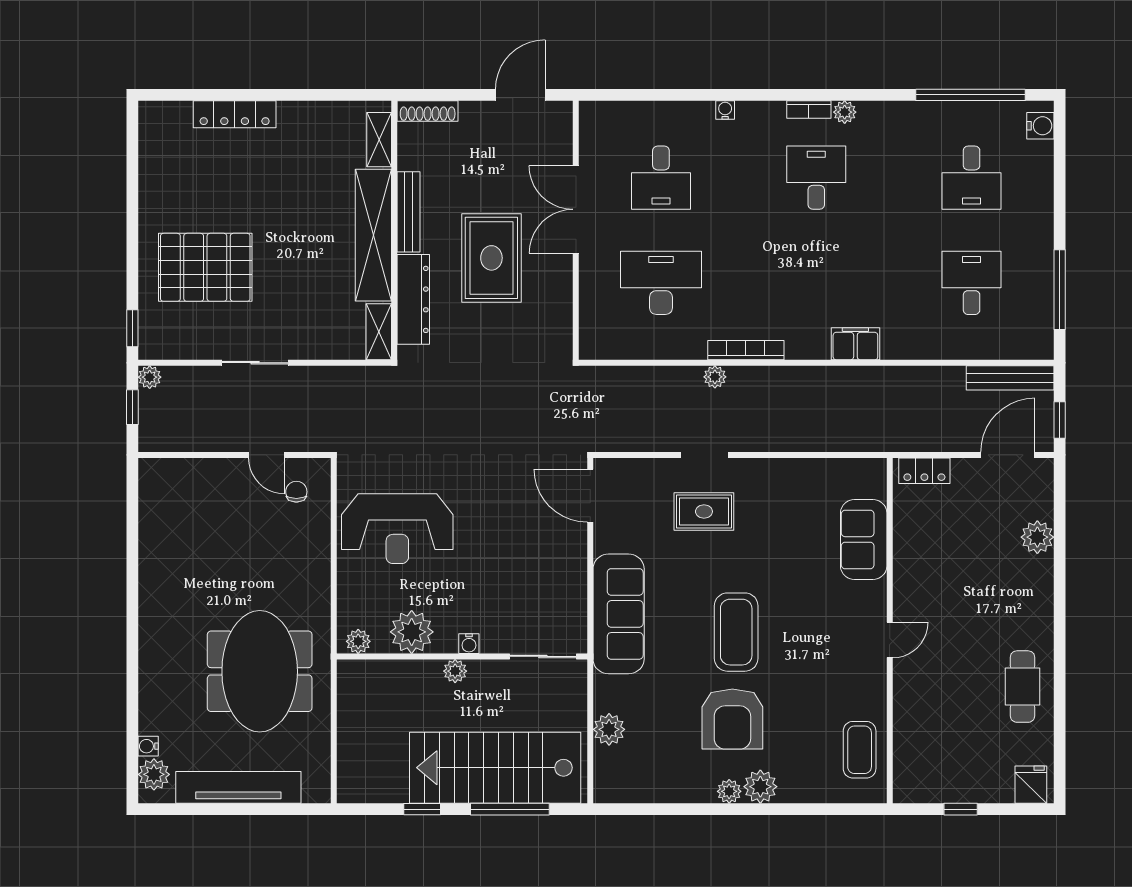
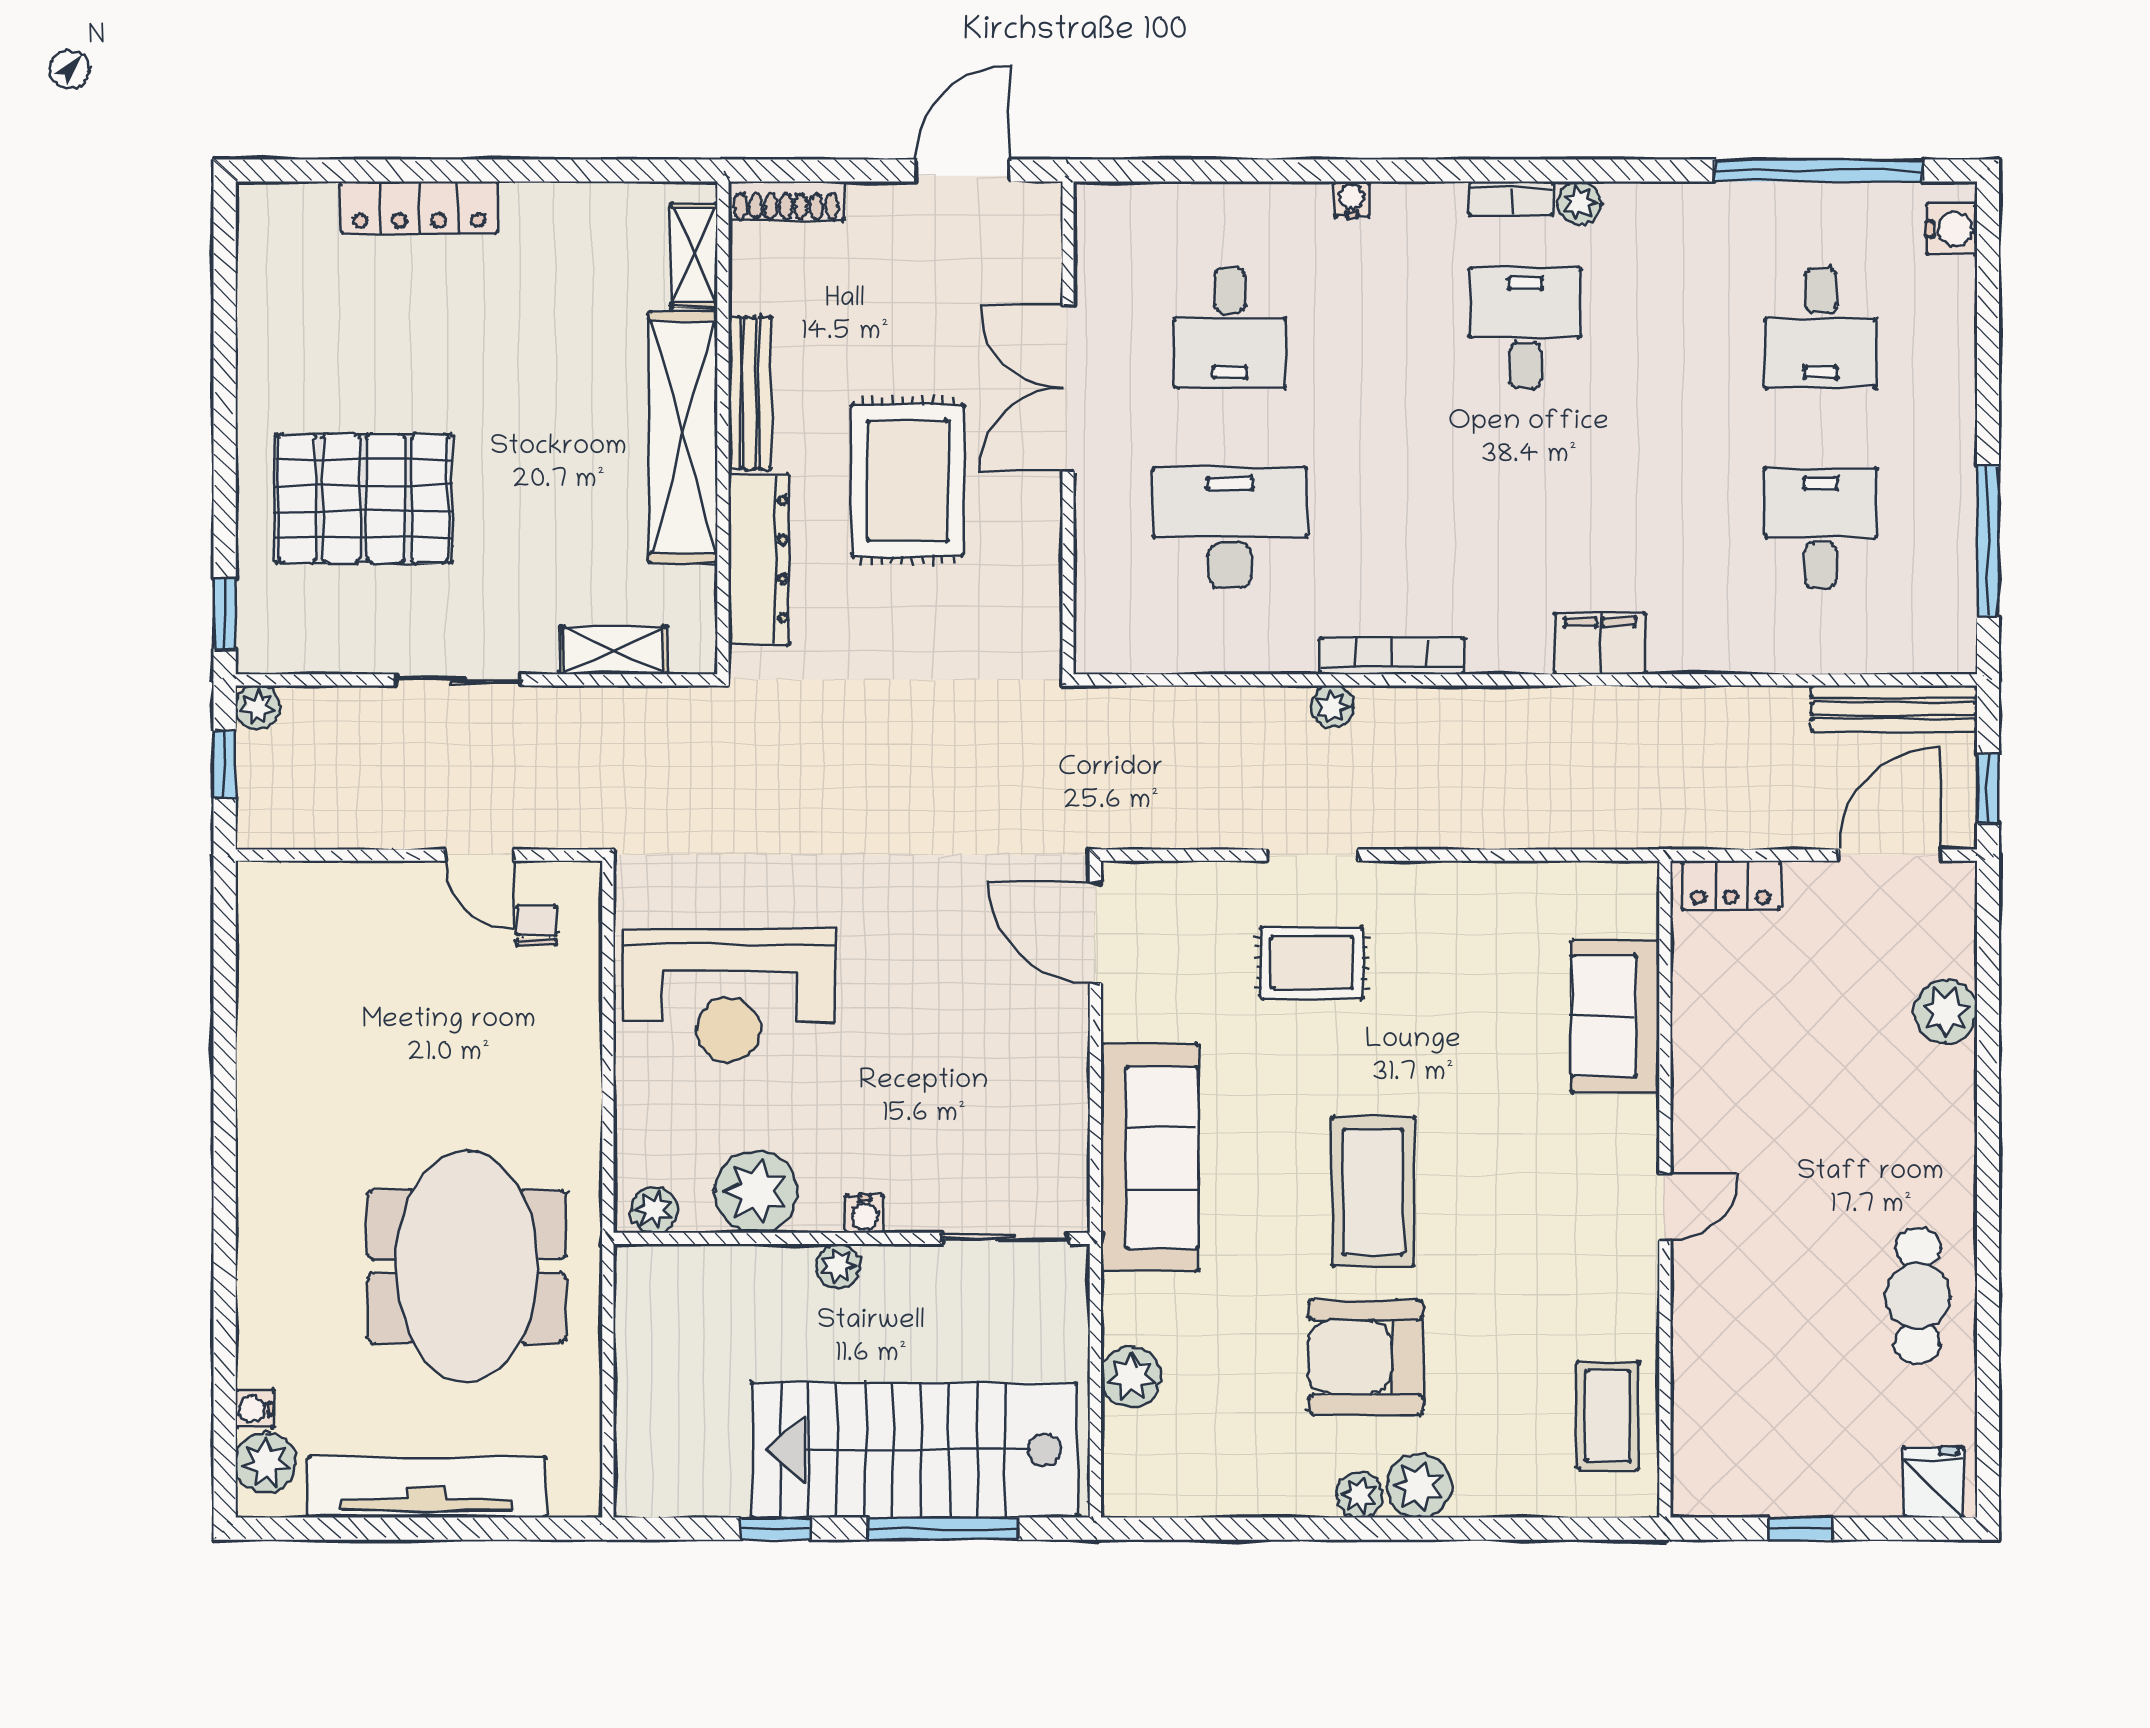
shelving: (379, 332) -> (613, 650), moved, turned 90
armchair: (732, 719) -> (1366, 1357), turned 90

